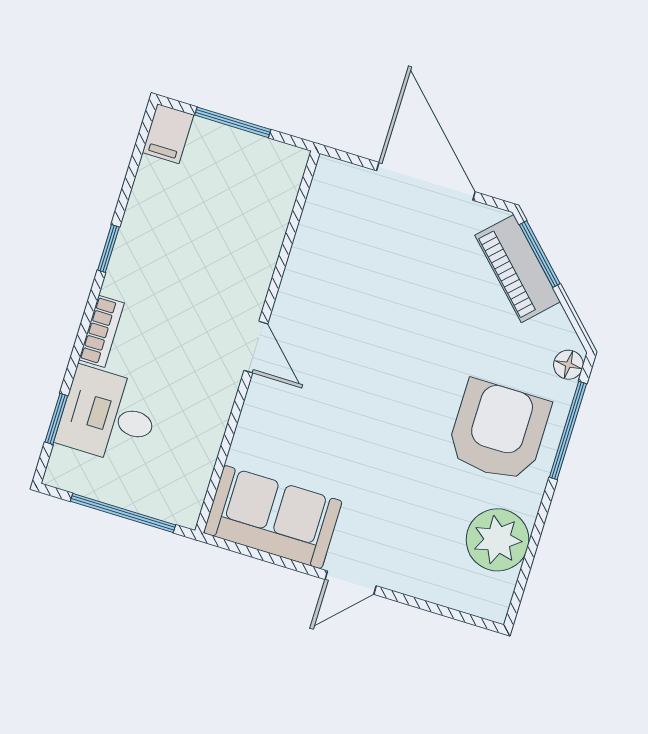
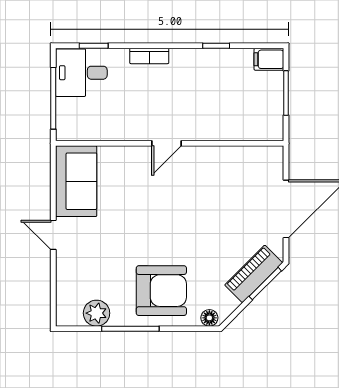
window: (108, 248) -> (216, 46), moved
desk: (108, 416) -> (81, 73), moved, turned -90
window: (568, 431) -> (130, 329), moved
plant: (498, 540) -> (97, 313), width x0.73, depth x0.73

